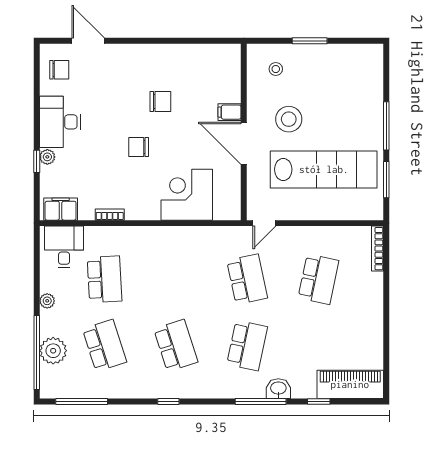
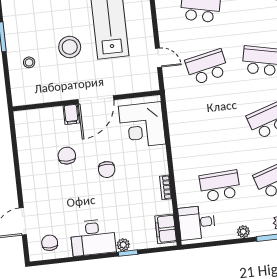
filing cabinet: (230, 112) -> (71, 114), moved
wall: (244, 132) -> (86, 101), moved
door: (244, 143) -> (96, 100), moved

